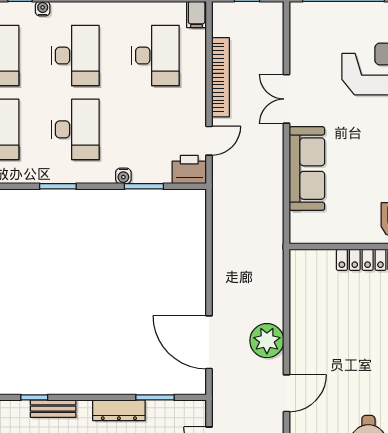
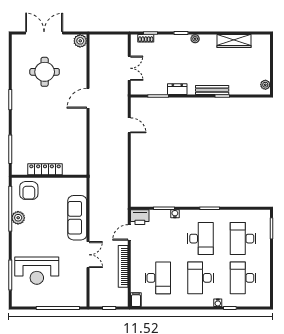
desk: (156, 56) -> (158, 278), turned 180
desk: (75, 129) -> (200, 239), turned 180
plant: (267, 341) -> (99, 126), removed
door: (209, 342) -> (129, 125), width x0.53
bench: (53, 409) -> (212, 90), width x1.36
dresser: (119, 410) -> (177, 89), width x0.70

